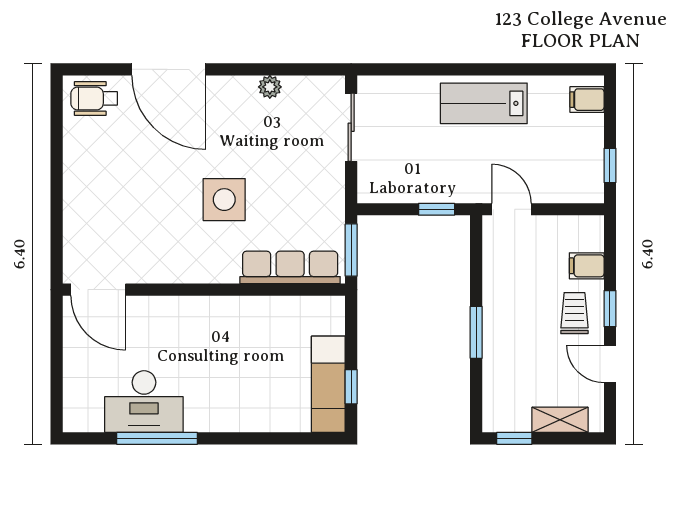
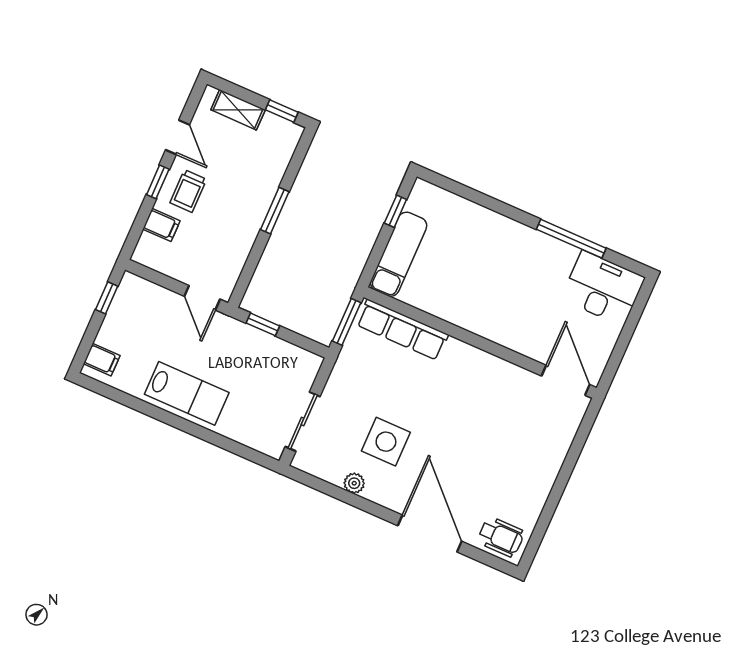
side table: (224, 200) -> (386, 442), moved
exam couch: (328, 384) -> (399, 254), moved
desk: (144, 402) -> (603, 288), moved

